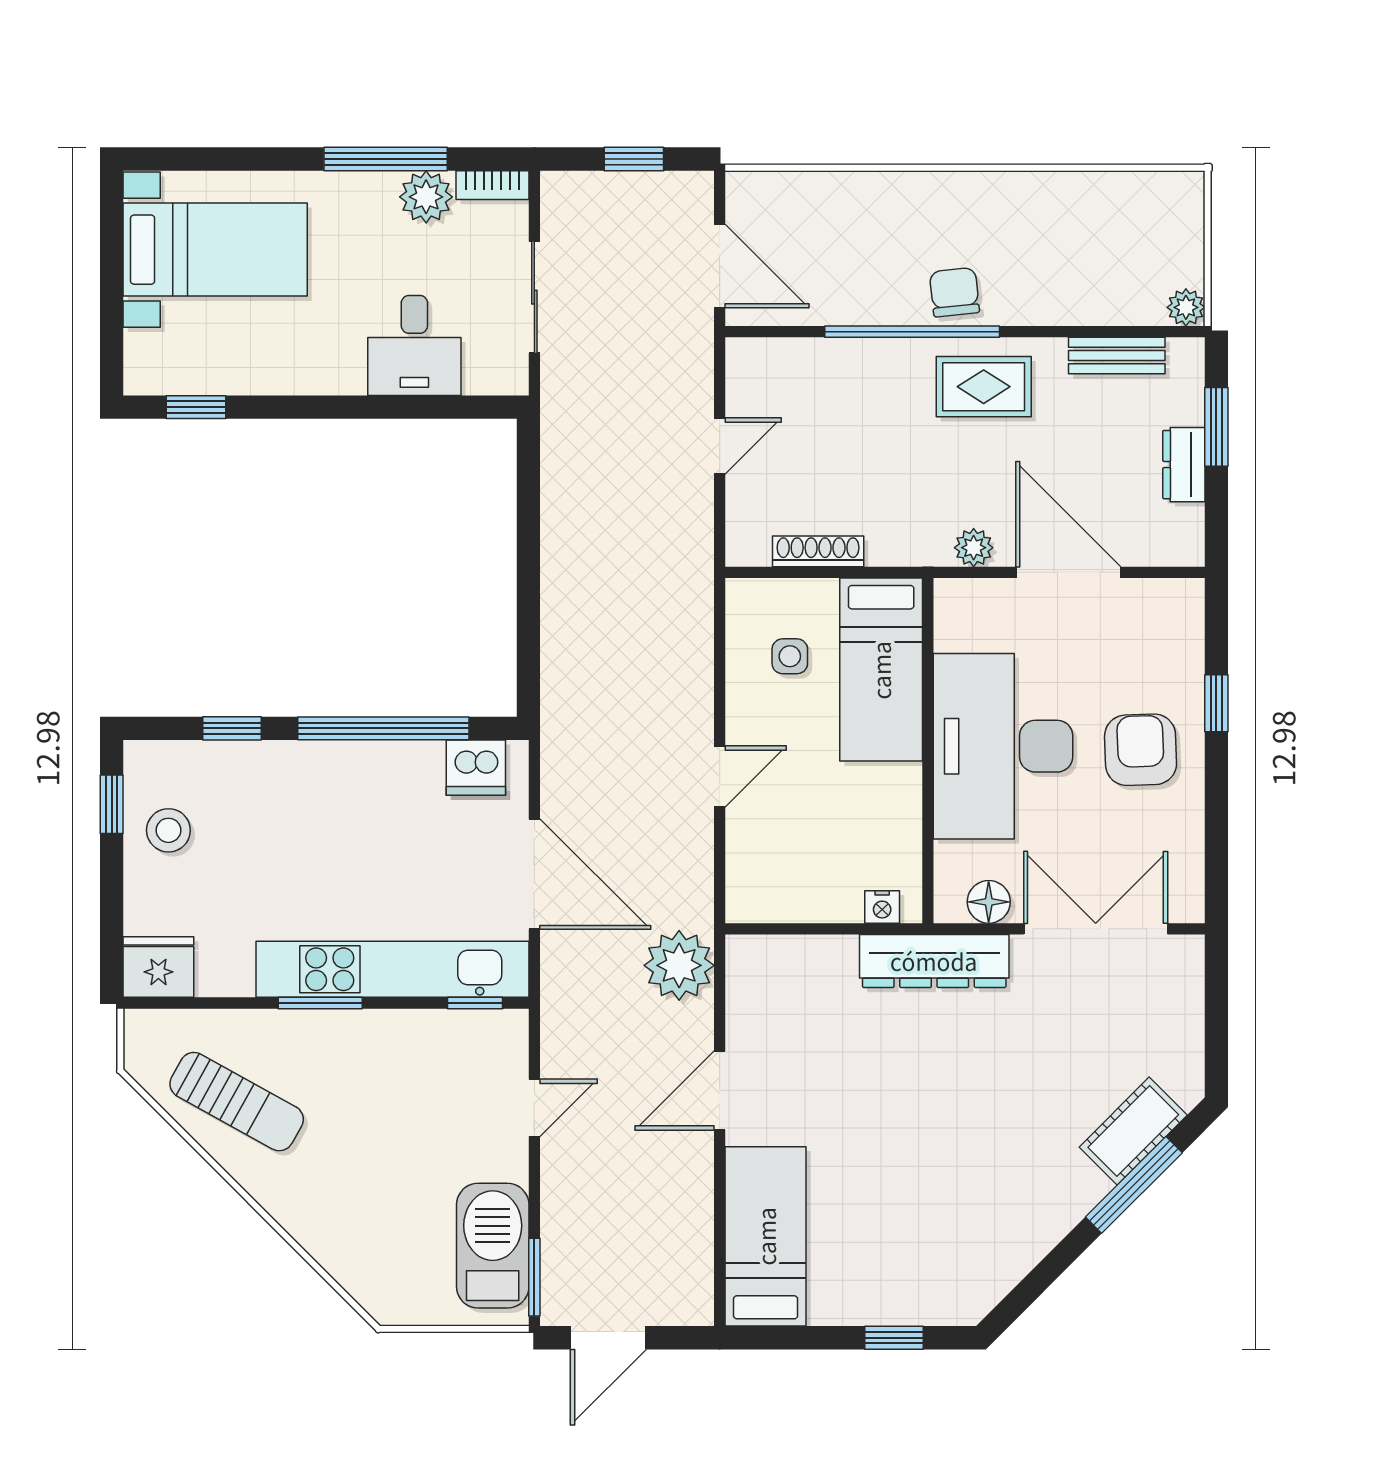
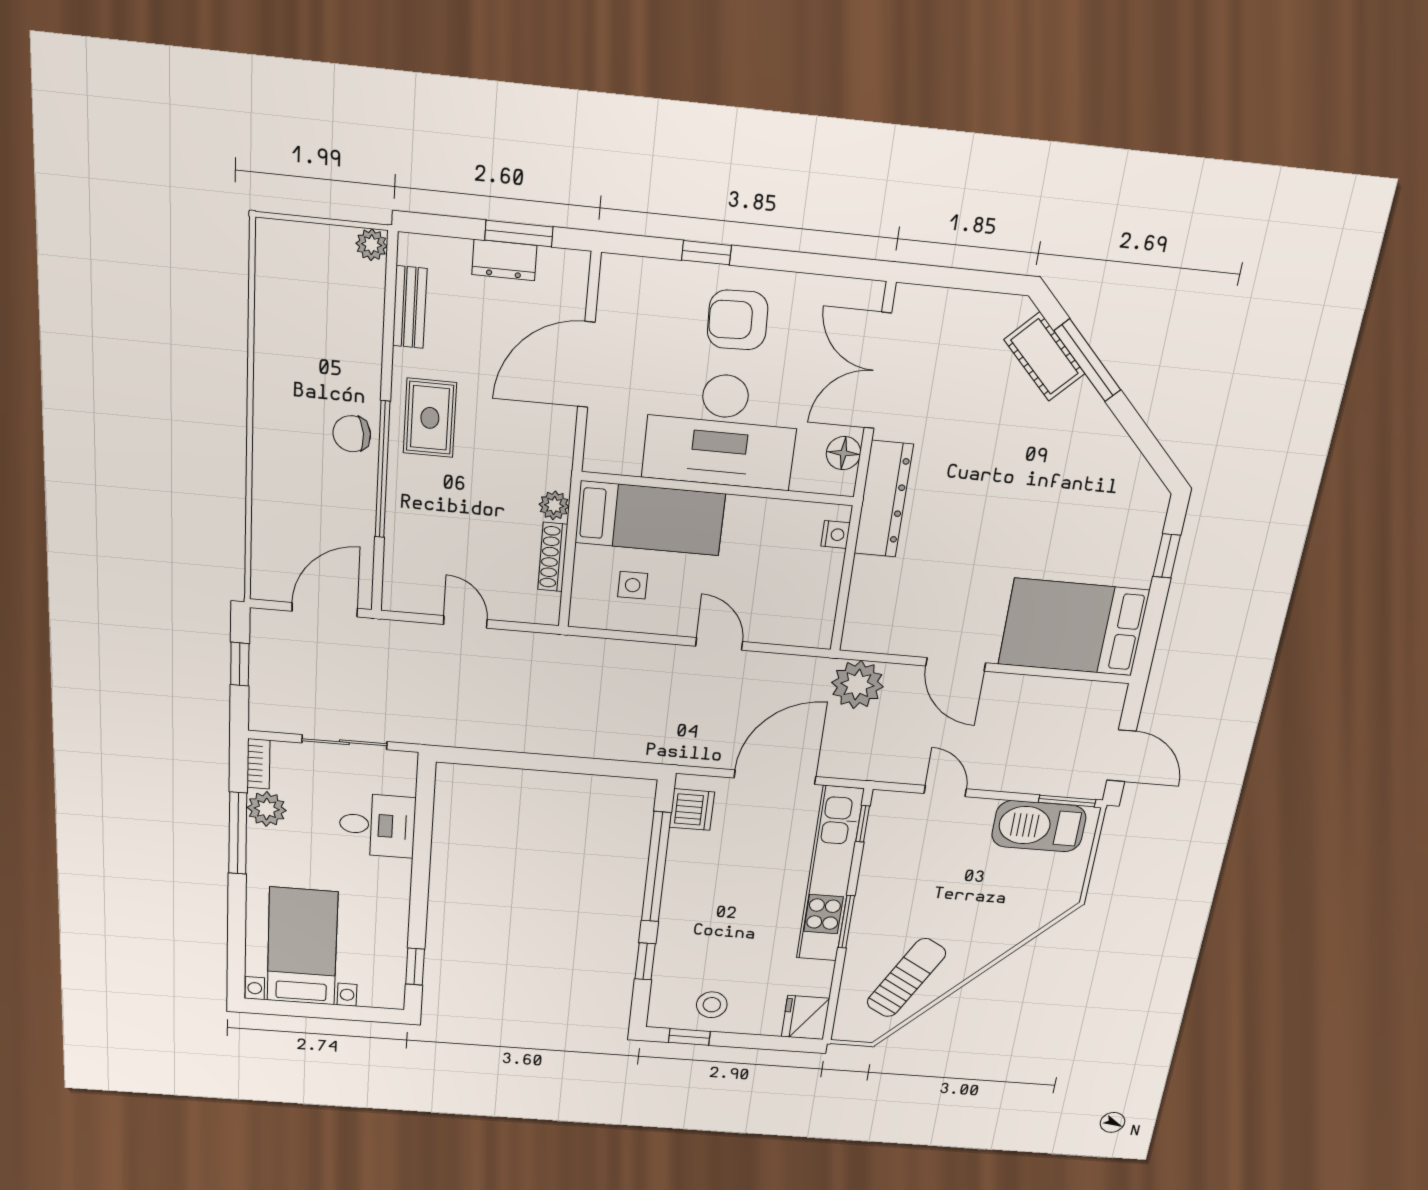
window: (1216, 427) -> (519, 234), moved
plant: (974, 548) -> (554, 505), moved
bed: (766, 1236) -> (1074, 627), width x1.50

